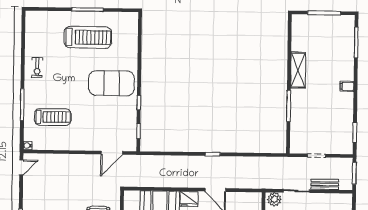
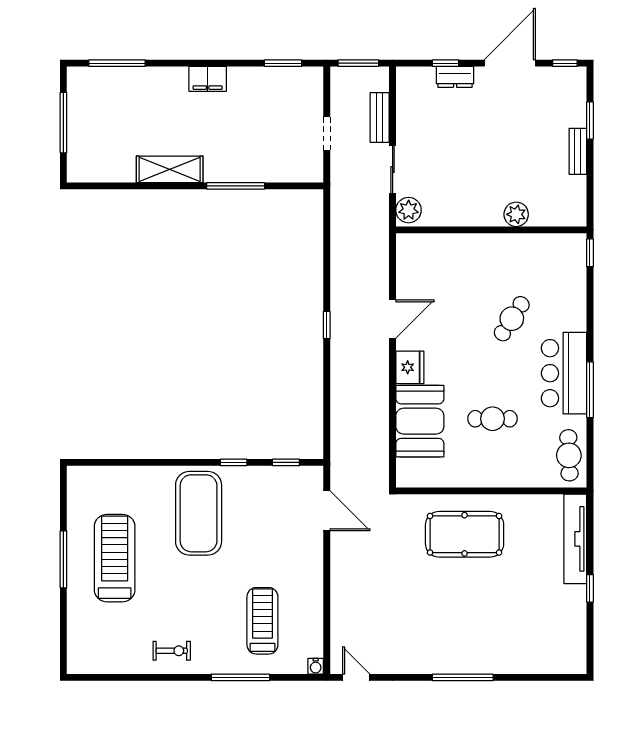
filing cabinet: (347, 86) -> (208, 79), width x2.00

